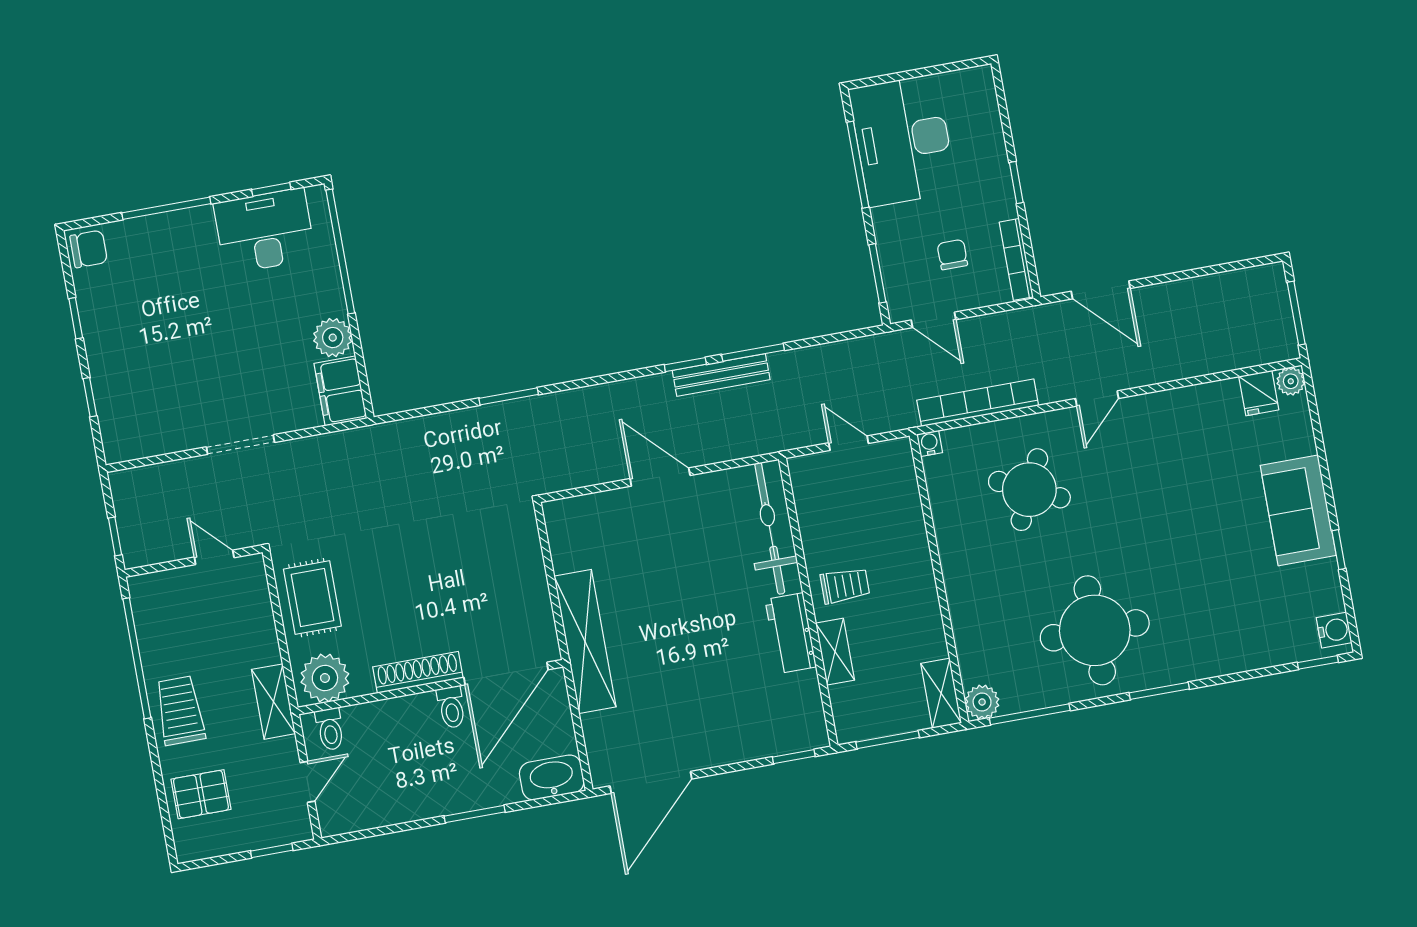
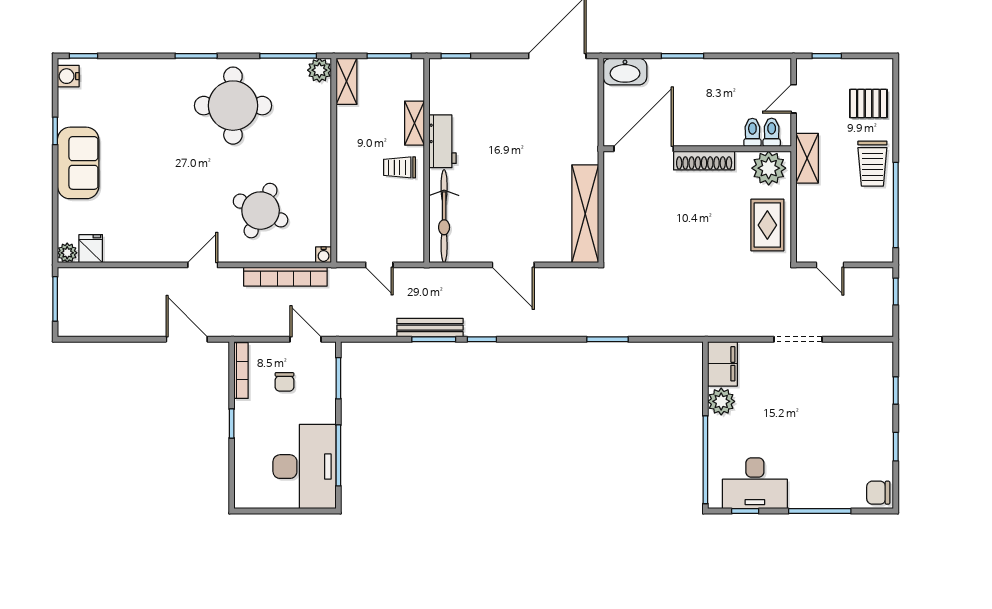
bench: (721, 375) -> (430, 328), moved
shelving: (585, 642) -> (585, 214), moved
toilet: (451, 707) -> (752, 132), moved

